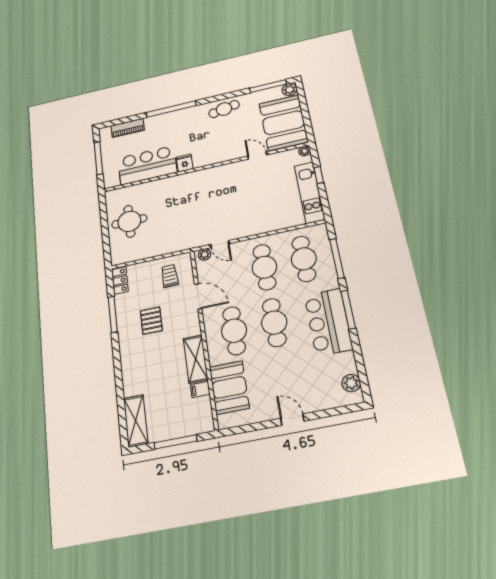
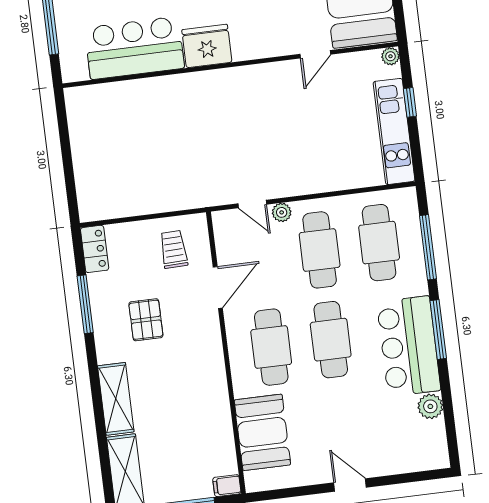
door: (257, 156) -> (315, 54), swing flipped
fridge: (185, 163) -> (207, 46), width x1.88, depth x1.34
round table: (129, 221) -> (107, 148), removed
plant: (205, 254) -> (282, 212), moved
door: (198, 296) -> (218, 287), hinge flipped
shelving: (196, 359) -> (116, 399), moved
plant: (351, 383) -> (430, 406), moved
filing cabinet: (200, 390) -> (227, 486), moved

